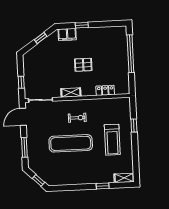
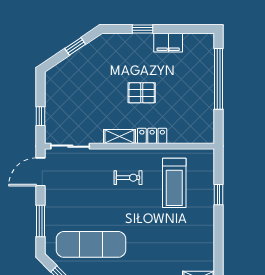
filing cabinet: (67, 34) -> (168, 43), moved
locker: (105, 90) -> (152, 136), moved
treadmill: (112, 140) -> (174, 183), moved
exercise mat: (71, 143) -> (91, 244), moved

